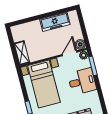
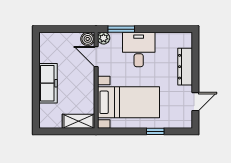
freezer: (55, 22) -> (48, 83), moved

